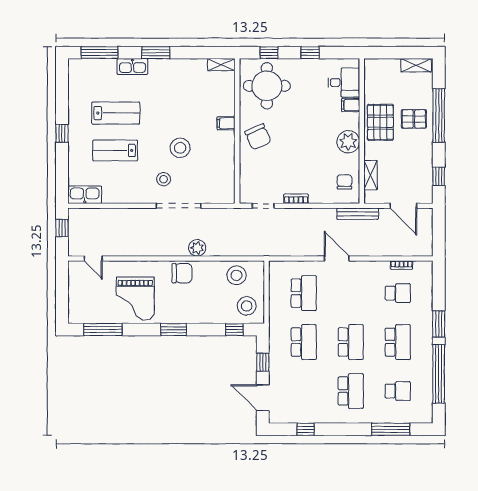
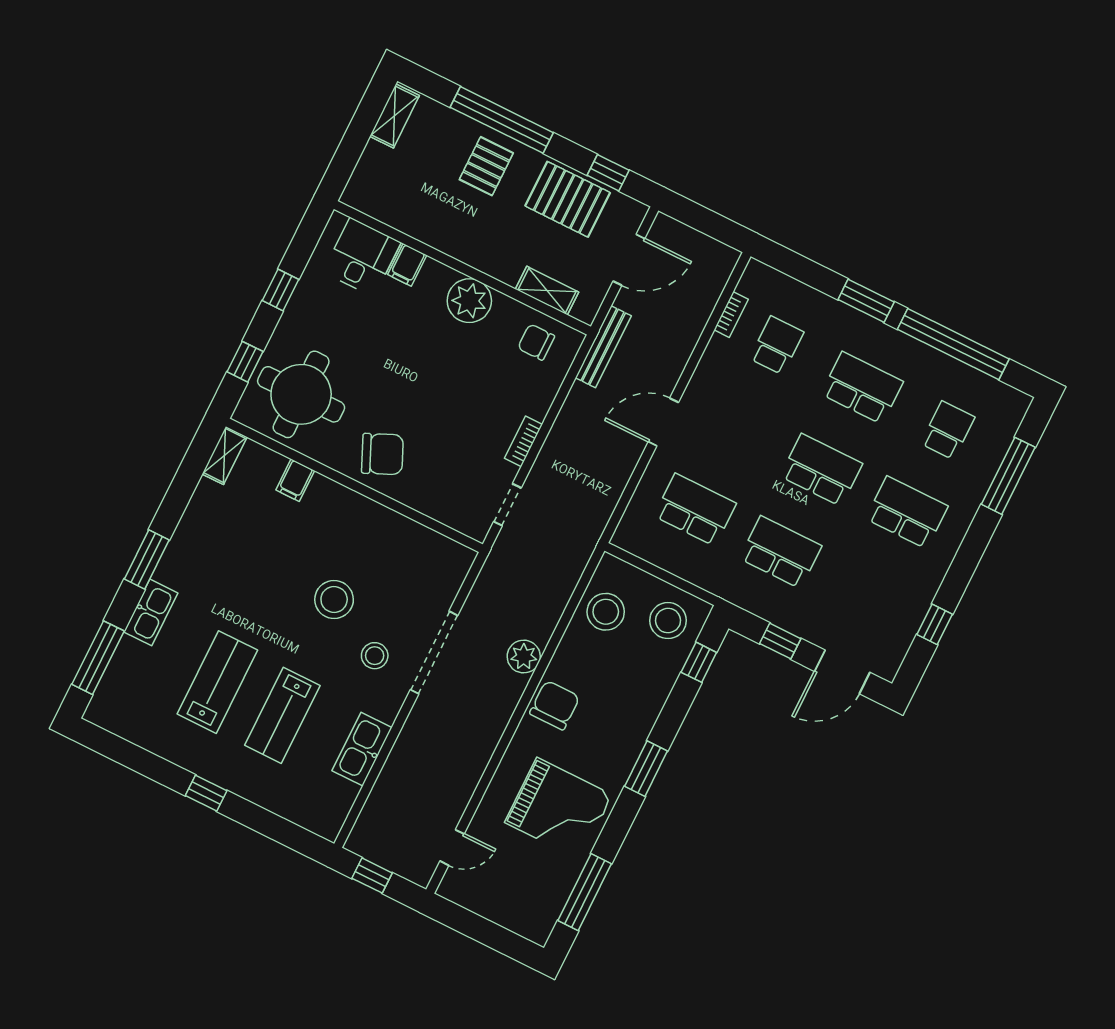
pallet: (380, 122) -> (568, 199), moved
filing cabinet: (226, 123) -> (295, 480), moved
kitchen sink: (85, 195) -> (362, 749), moved

